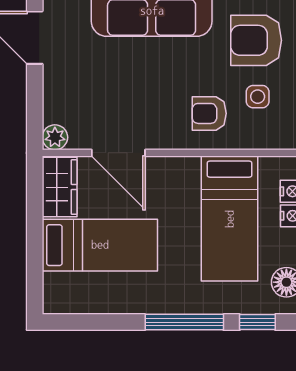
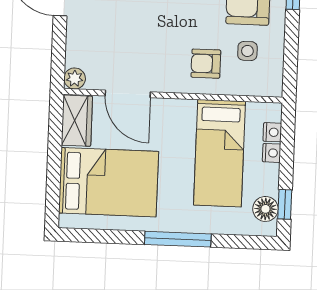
bed: (100, 245) -> (109, 182), width x1.50
window: (257, 322) -> (240, 242), removed

